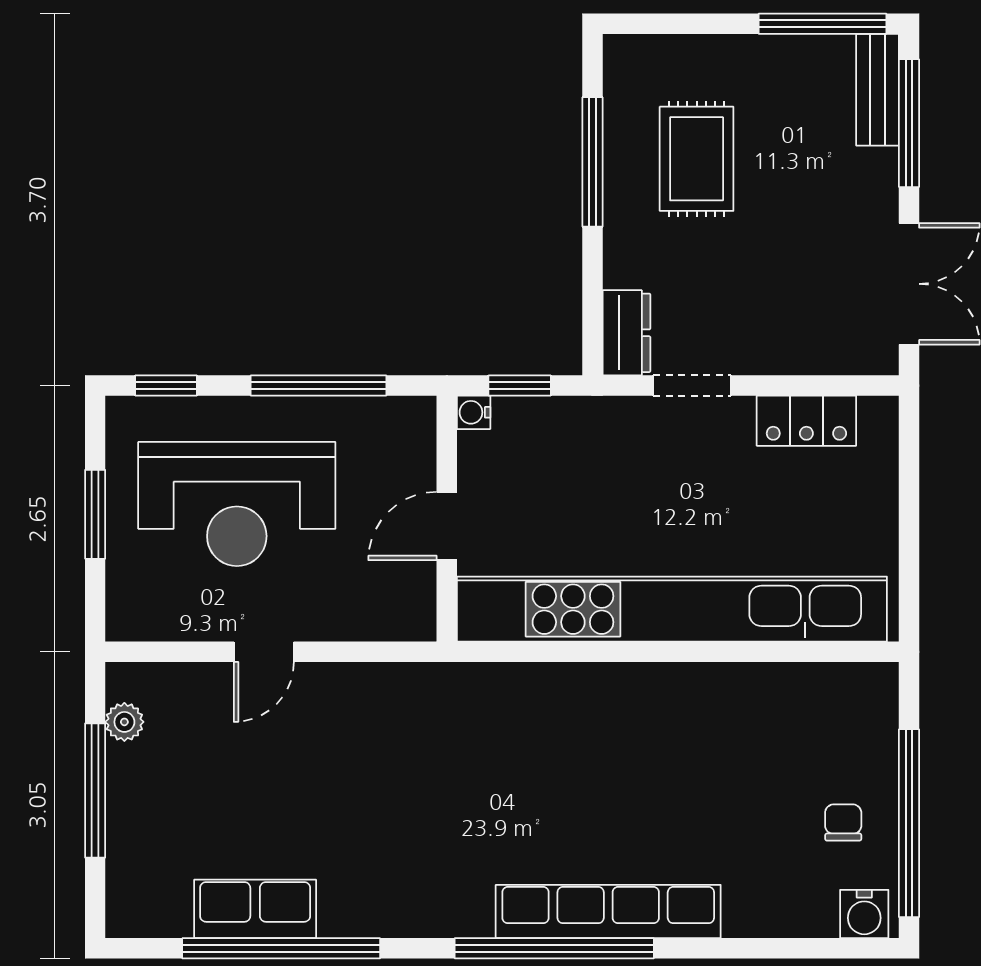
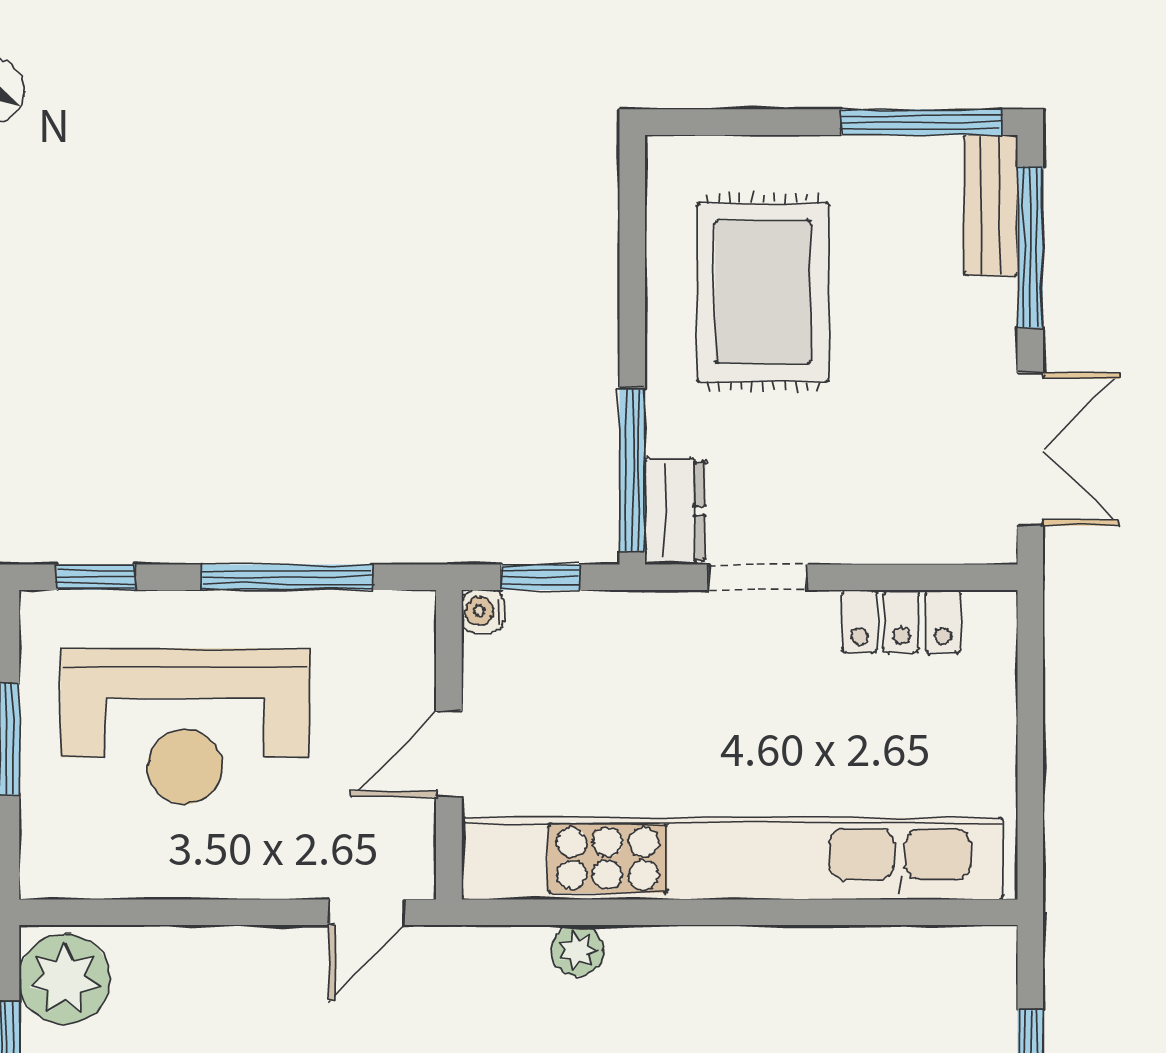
rug: (697, 159) -> (763, 292), width x1.36, depth x1.43
window: (592, 162) -> (632, 470), moved
door: (264, 652) -> (367, 912), moved
plant: (549, 682) -> (577, 950), added
plant: (124, 722) -> (65, 979), width x1.88, depth x1.88

